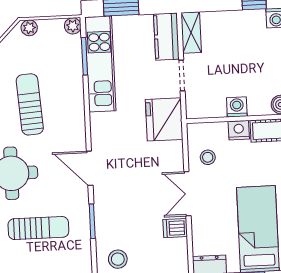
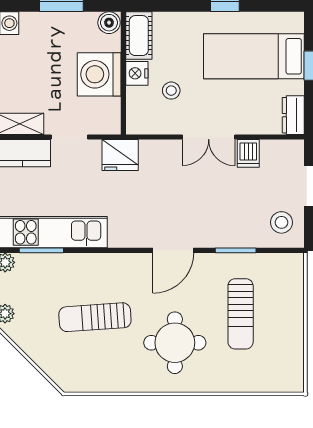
washing machine: (237, 107) -> (99, 74), width x1.89, depth x1.89
fridge: (164, 119) -> (120, 155), width x0.73, depth x0.75
stool: (208, 157) -> (171, 91), moved
sun lounger: (38, 228) -> (241, 314), turned 180

